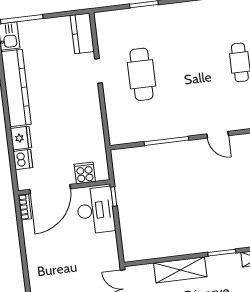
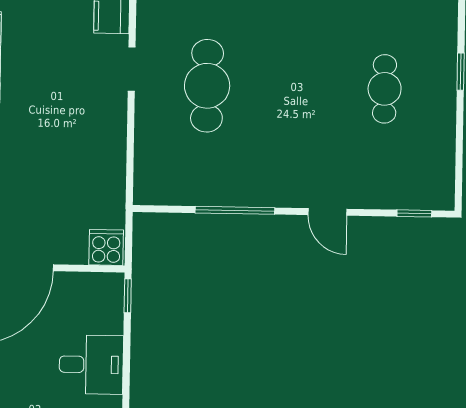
cooker: (85, 173) -> (106, 247), moved
desk: (96, 210) -> (91, 365), moved, width x0.73

